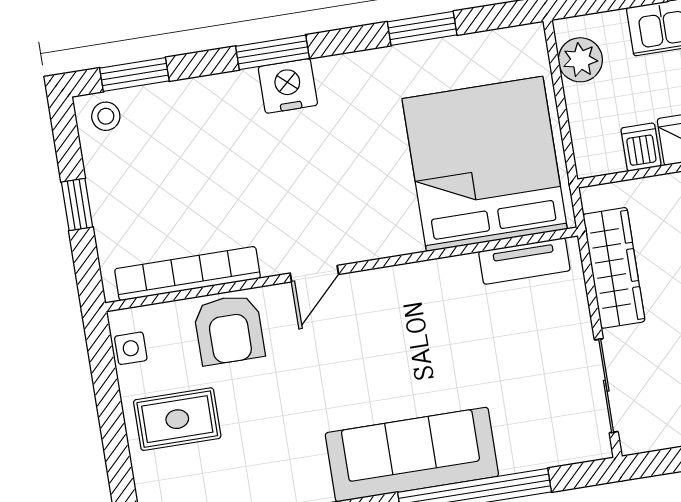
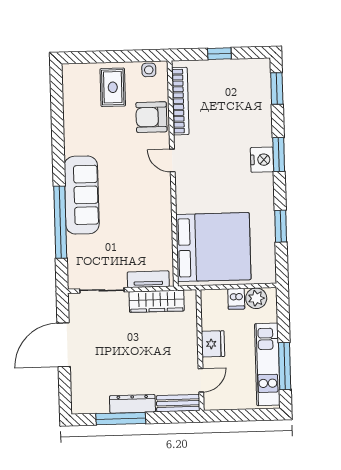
stool: (106, 116) -> (259, 73), removed
dishwasher: (641, 147) -> (236, 299), moved, turned 90
tv unit: (524, 261) -> (148, 279), moved, turned 90

